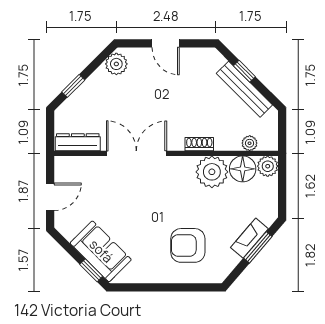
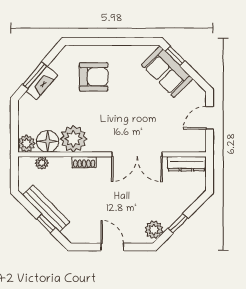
window: (73, 86) -> (178, 223), moved

